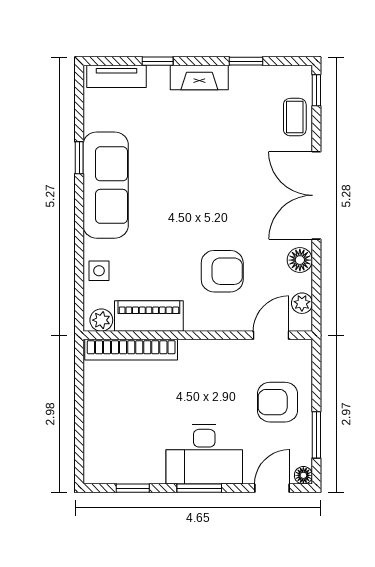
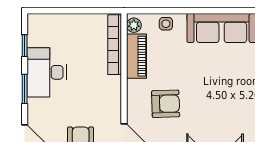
window: (79, 158) -> (239, 11), removed
armchair: (222, 271) -> (166, 104), turned -92
desk: (204, 454) -> (47, 72), moved

